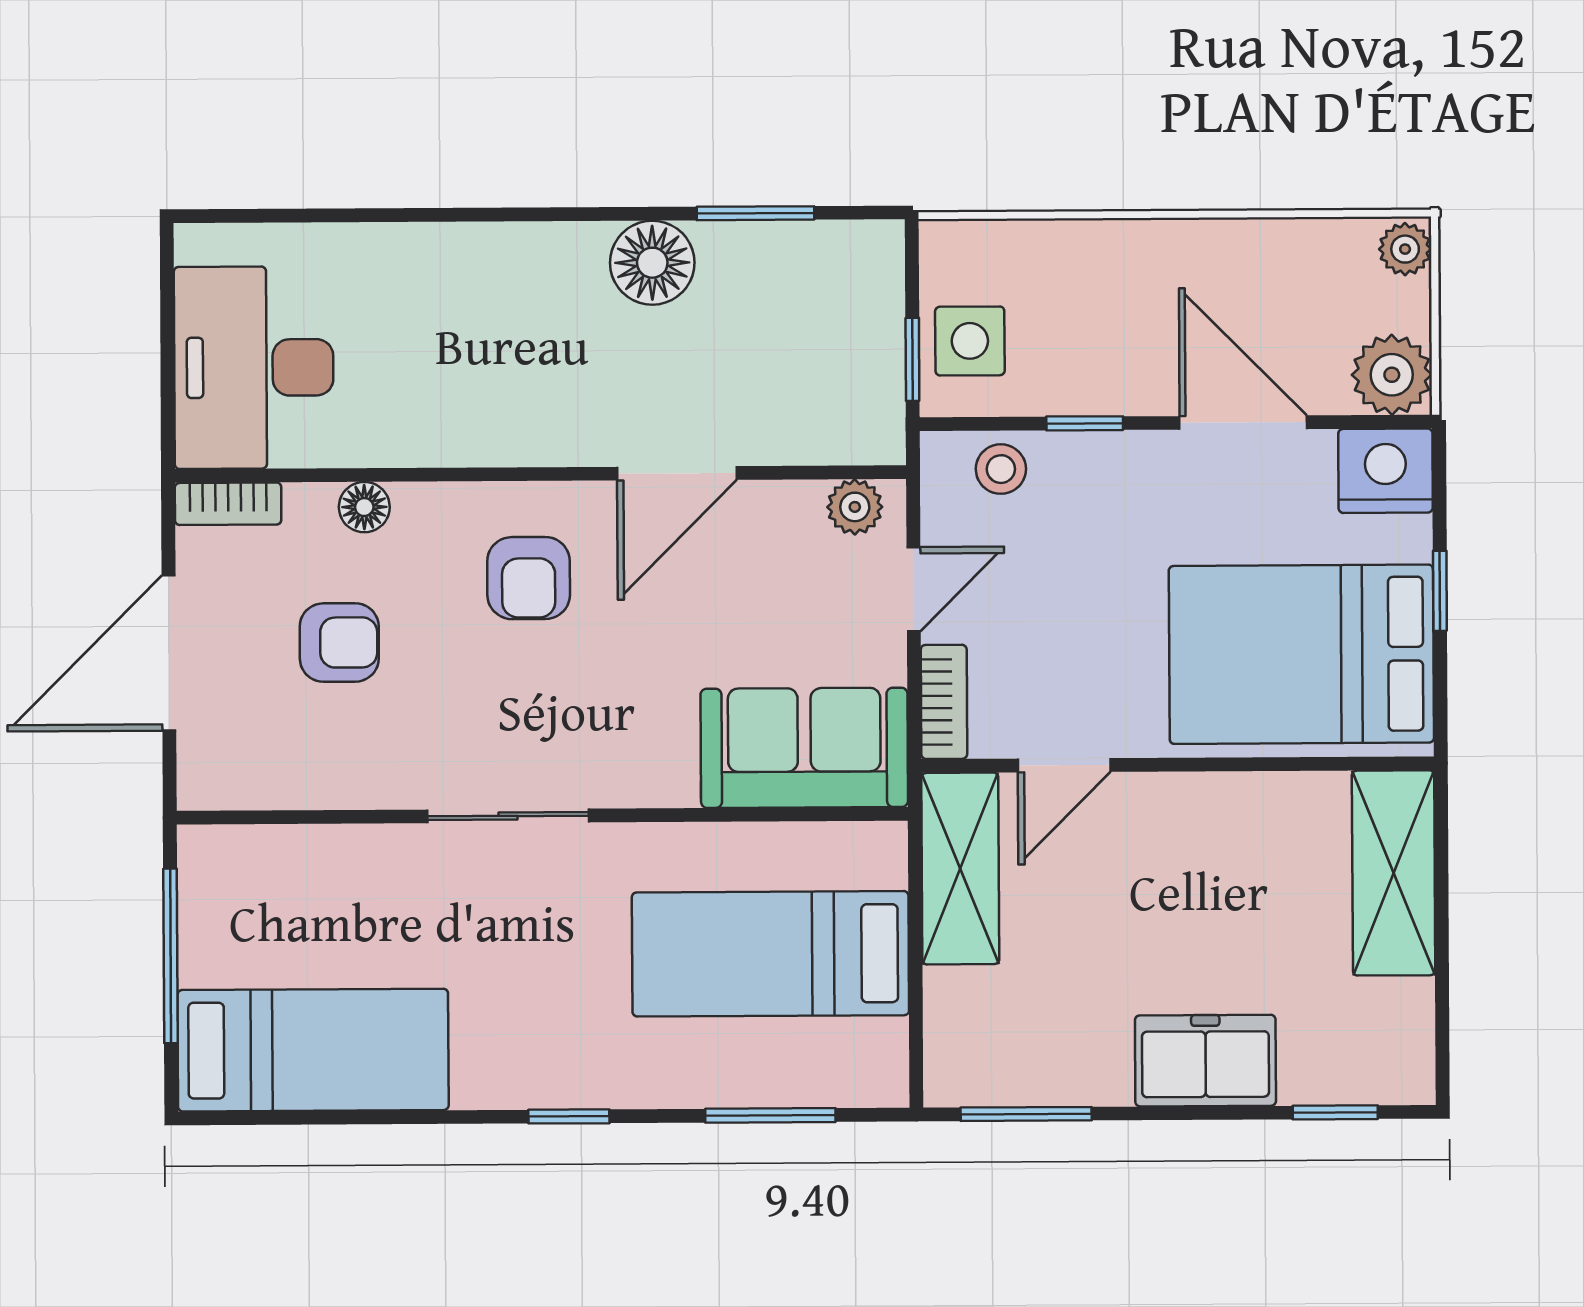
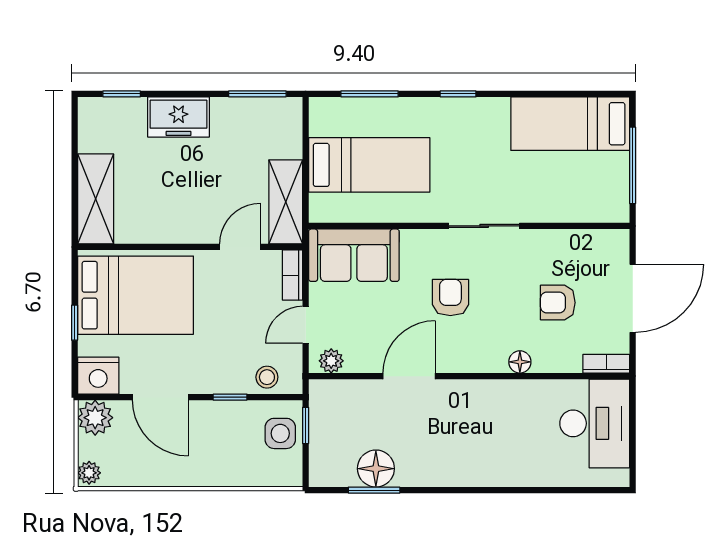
floor lamp: (652, 263) -> (376, 469), moved
floor lamp: (364, 507) -> (520, 362), moved
armchair: (529, 578) -> (450, 297), moved

